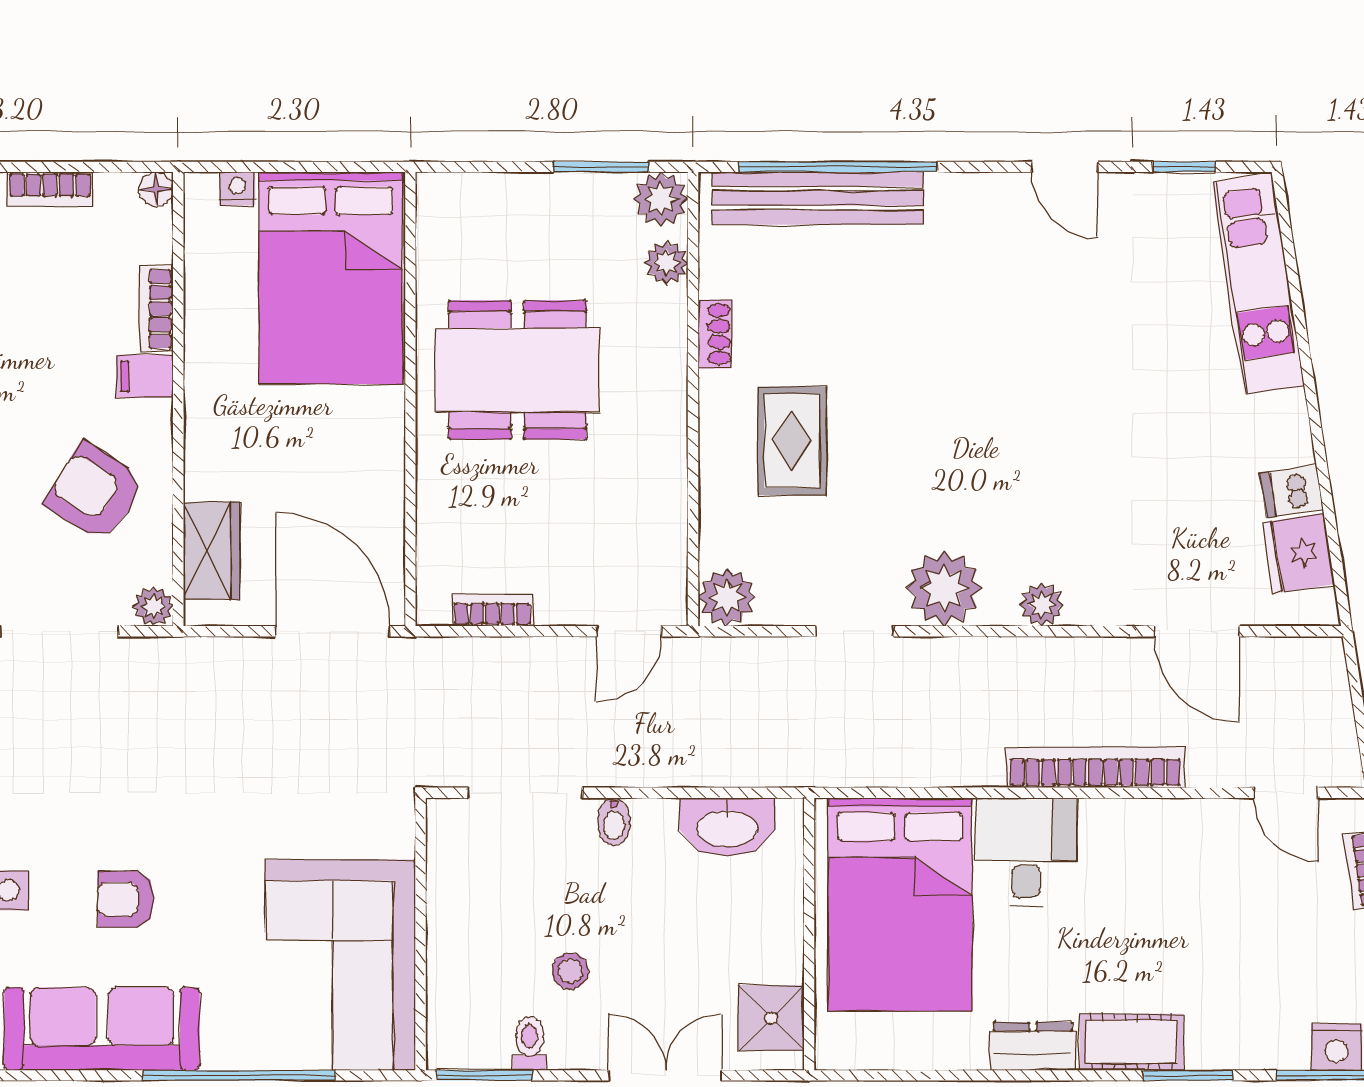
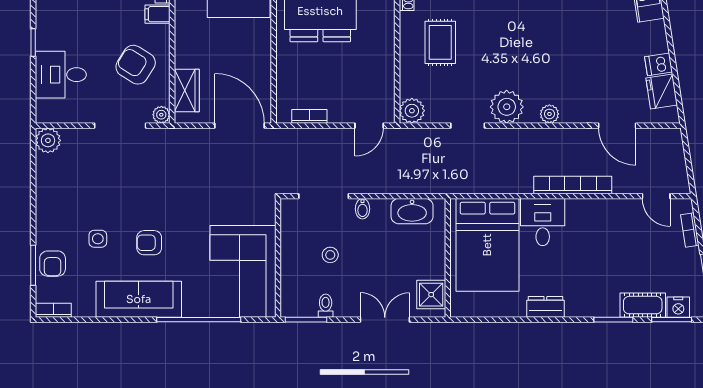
stool: (570, 971) -> (330, 255), moved
cot: (1131, 1042) -> (643, 305), moved

